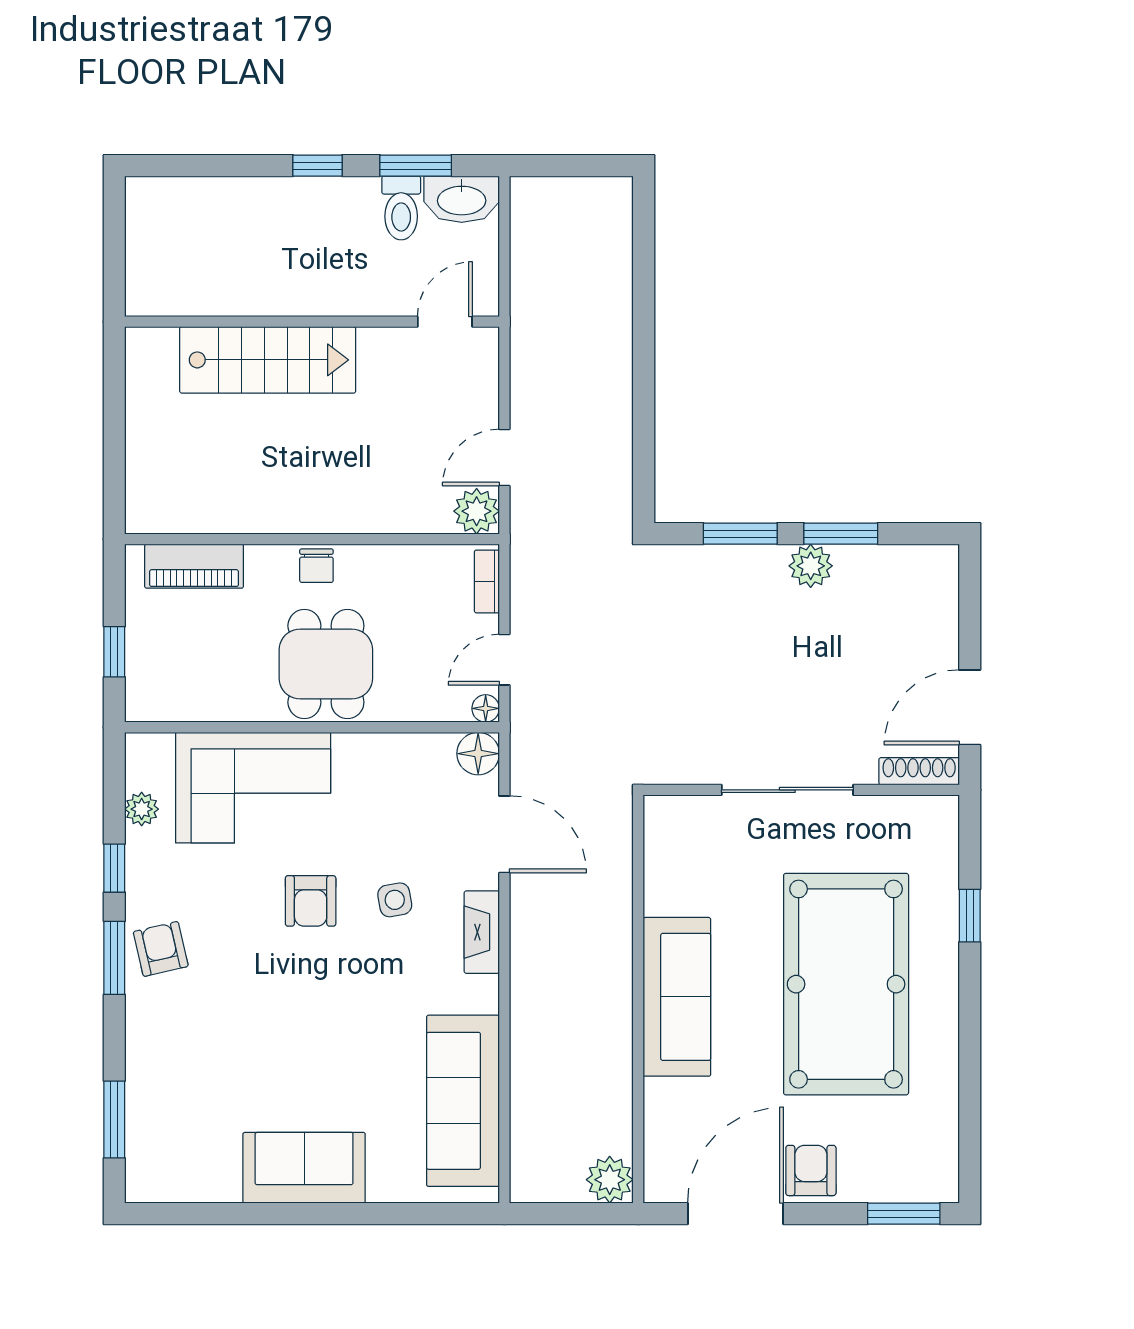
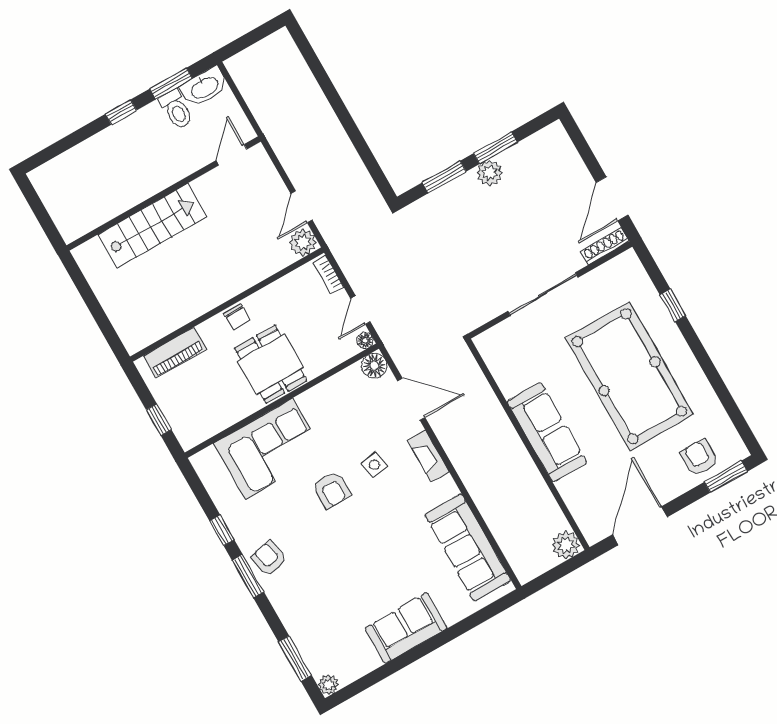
plant: (142, 809) -> (329, 685), moved
armchair: (811, 1170) -> (699, 458), moved

